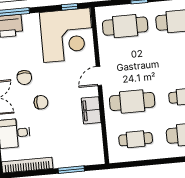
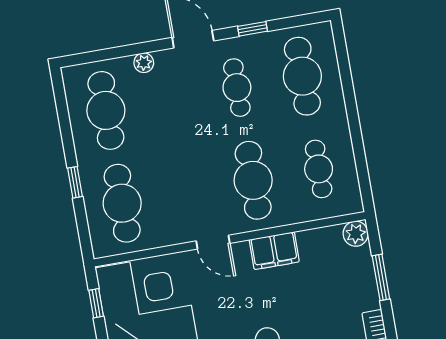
plant: (97, 157) -> (356, 234), added

